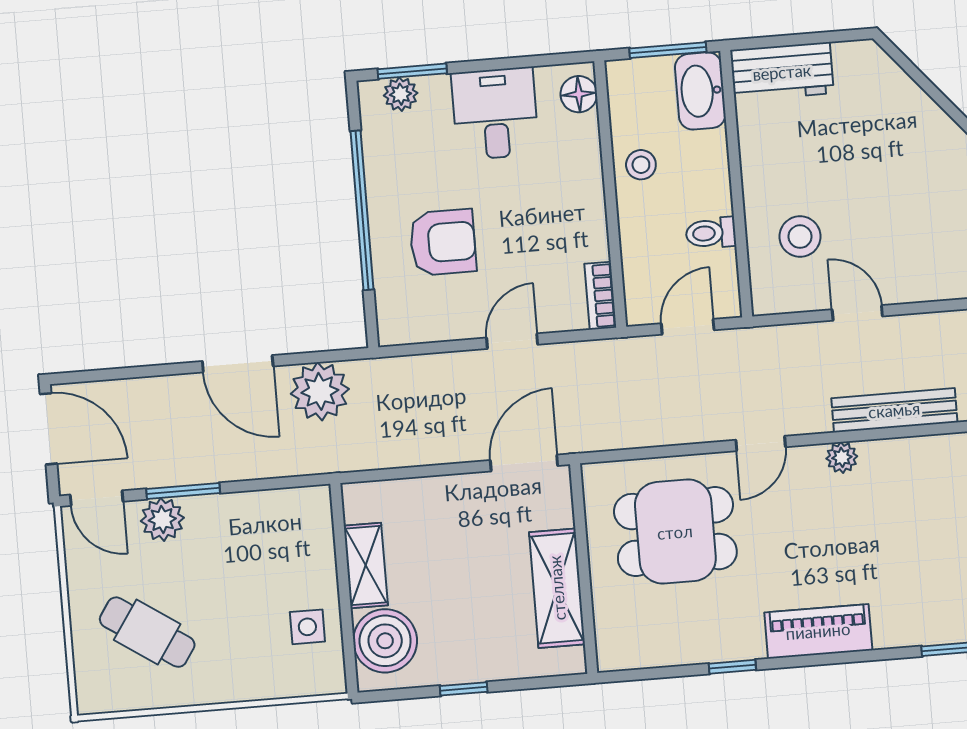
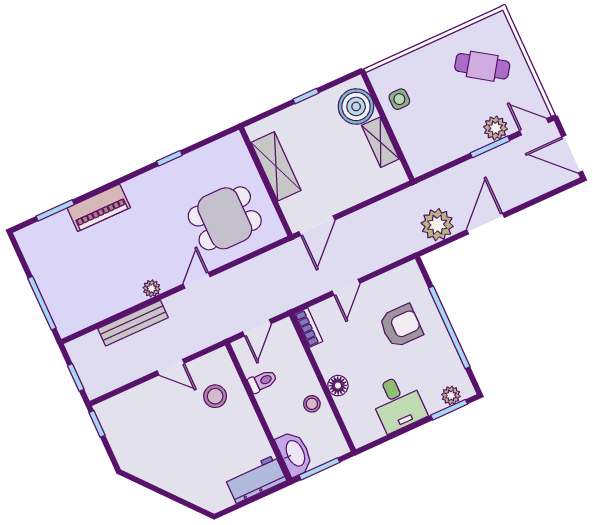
floor lamp: (579, 94) -> (338, 386), moved
armchair: (443, 242) -> (401, 326), turned 180
door: (238, 364) -> (485, 224), hinge flipped
piano: (818, 631) -> (99, 208), moved

